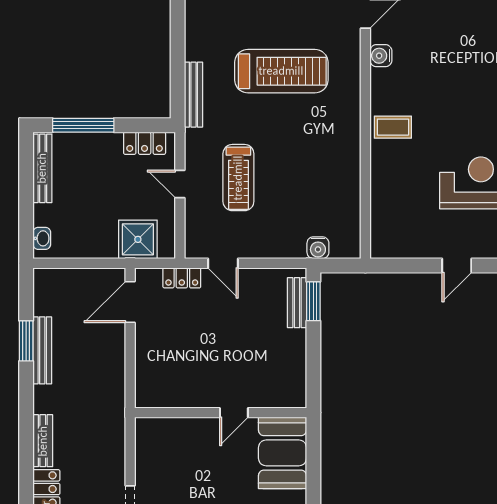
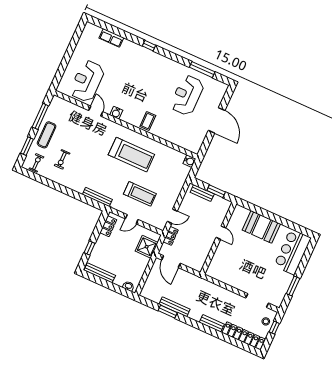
treadmill: (281, 71) -> (131, 155), moved, turned 90
window: (83, 125) -> (90, 248), width x0.46
water cooler: (318, 248) -> (189, 161), moved
door: (457, 265) -> (217, 120), width x1.87
window: (313, 301) -> (216, 191), moved
wall: (221, 413) -> (218, 238), moved
door: (234, 413) -> (221, 233), moved

